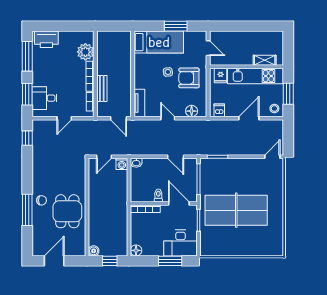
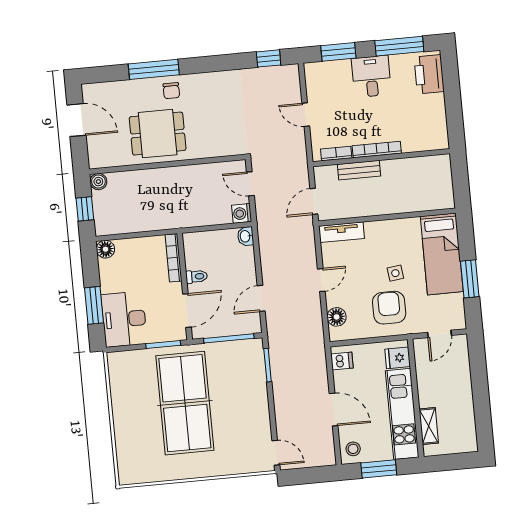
plant: (85, 52) -> (415, 139), removed
desk: (44, 98) -> (371, 76), moved

